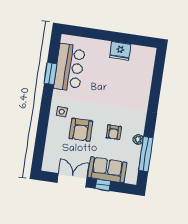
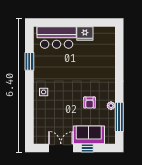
bar counter: (69, 68) -> (57, 38), moved, turned 90
armchair: (81, 130) -> (62, 105), removed

